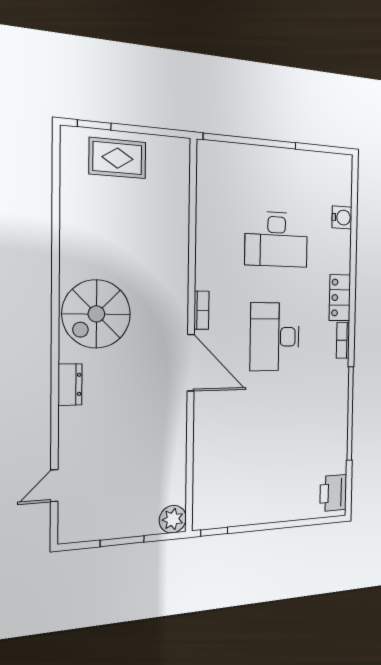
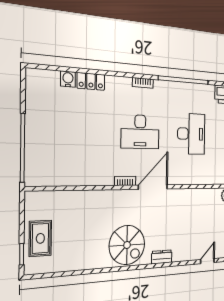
desk: (276, 239) -> (191, 134), moved
locker: (340, 298) -> (91, 81), moved
door: (54, 486) -> (207, 261), swing flipped

